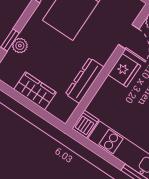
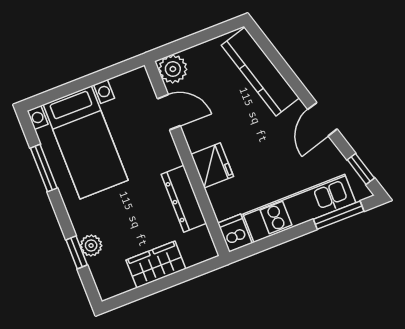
fridge: (124, 70) -> (212, 165), moved

